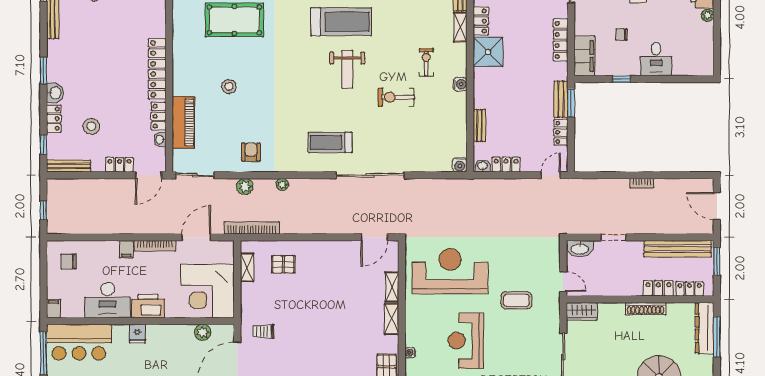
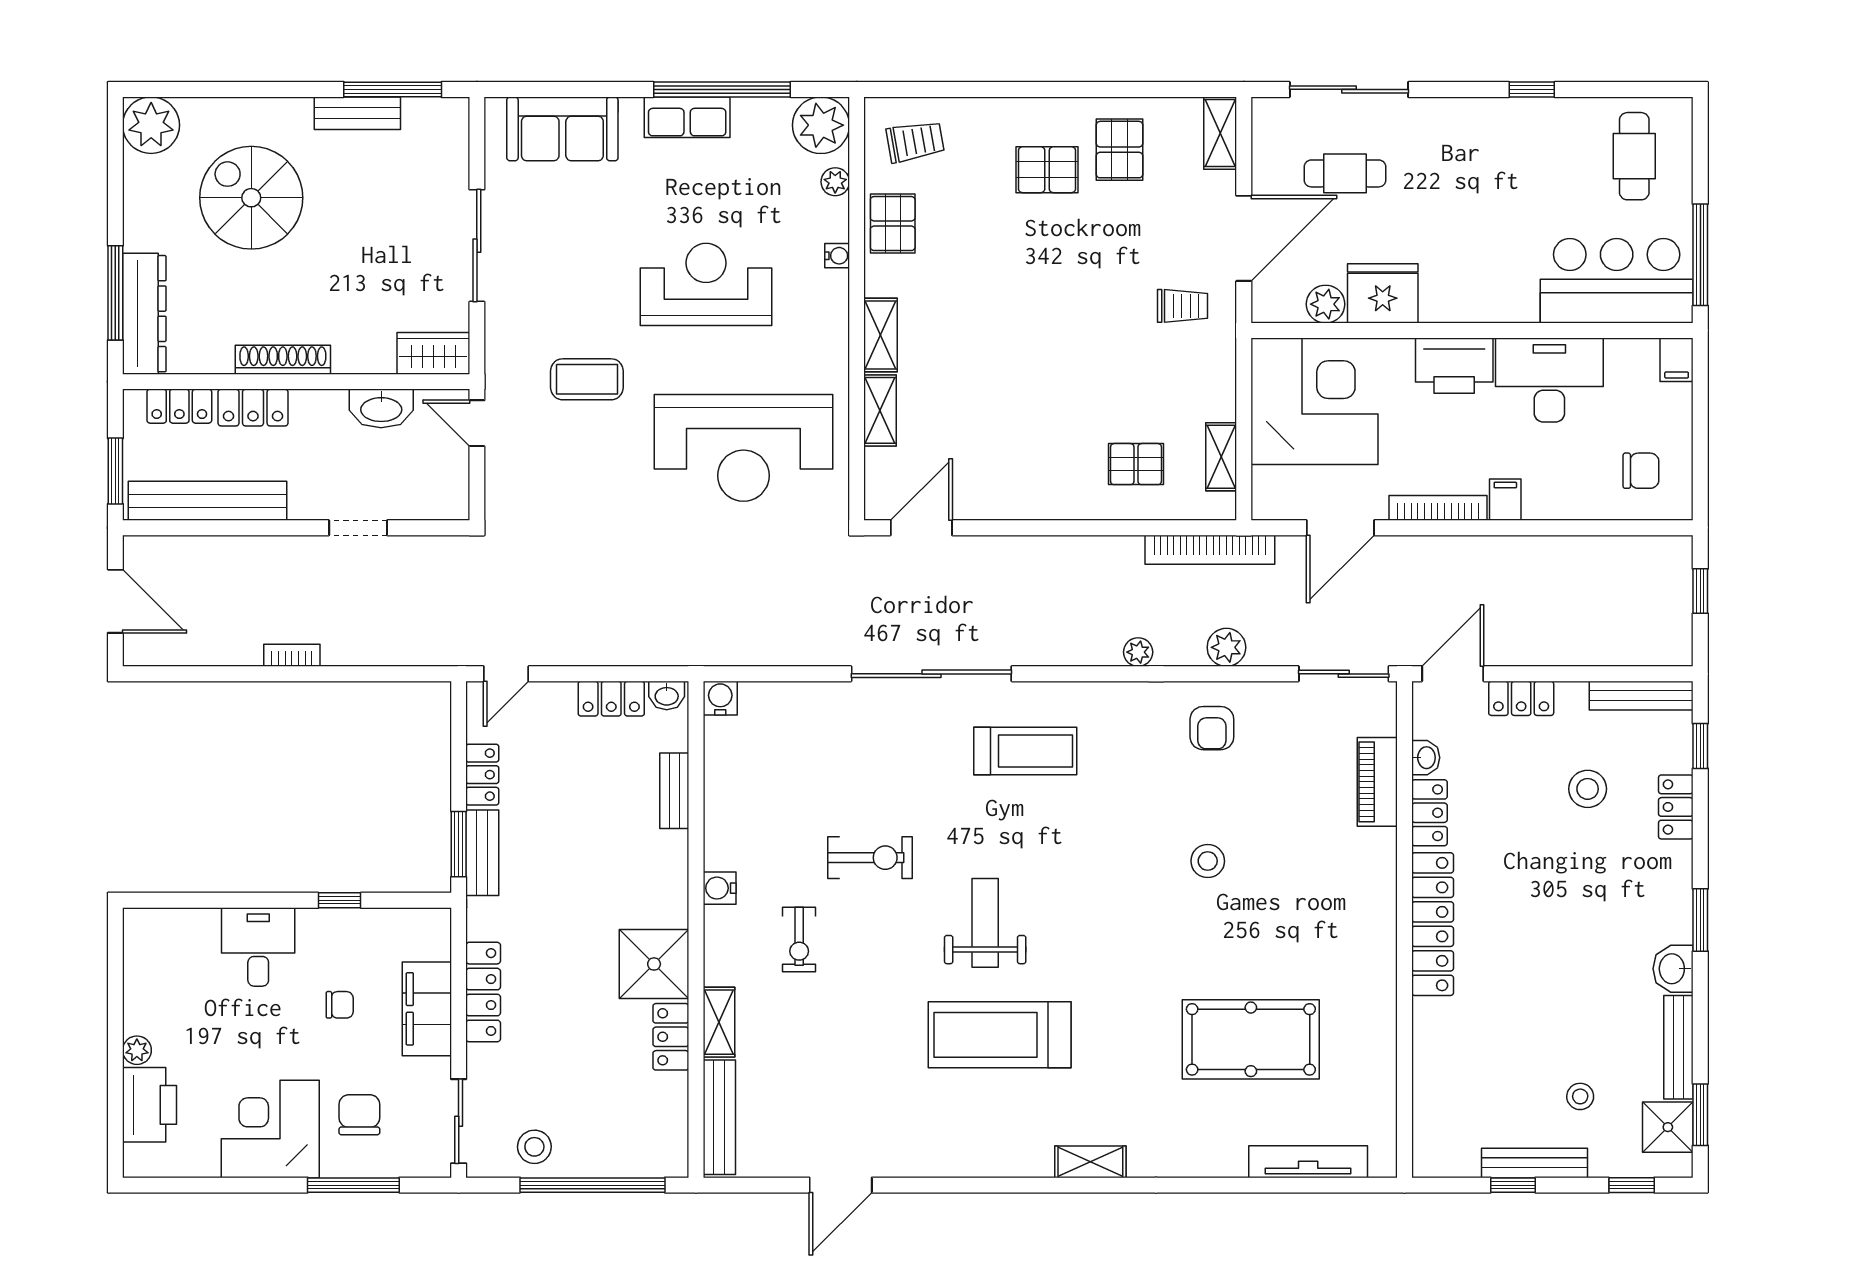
filing cabinet: (584, 56) -> (427, 1009), moved
stool: (229, 86) -> (1208, 861), moved
washbasin: (55, 93) -> (1673, 969), moved
piano: (183, 122) -> (1377, 782), width x0.73, depth x0.75
washbasin: (580, 249) -> (381, 408), moved, turned 180
fridge: (137, 334) -> (1383, 293), moved, width x1.88, depth x1.34
reception desk: (466, 341) -> (706, 284), turned -90

